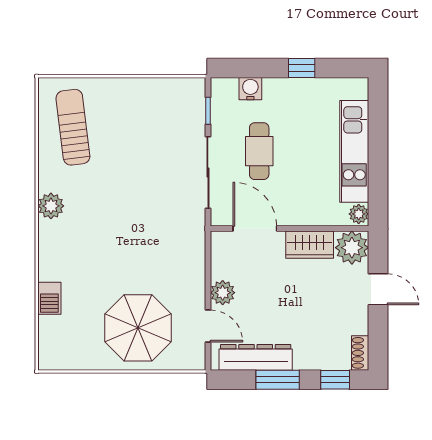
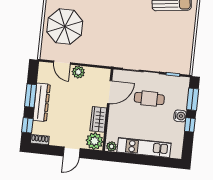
window: (252, 68) -> (193, 99), added
water cooler: (250, 89) -> (180, 116), moved
door: (208, 326) -> (62, 63), hinge flipped
dresser: (256, 357) -> (41, 102), moved

